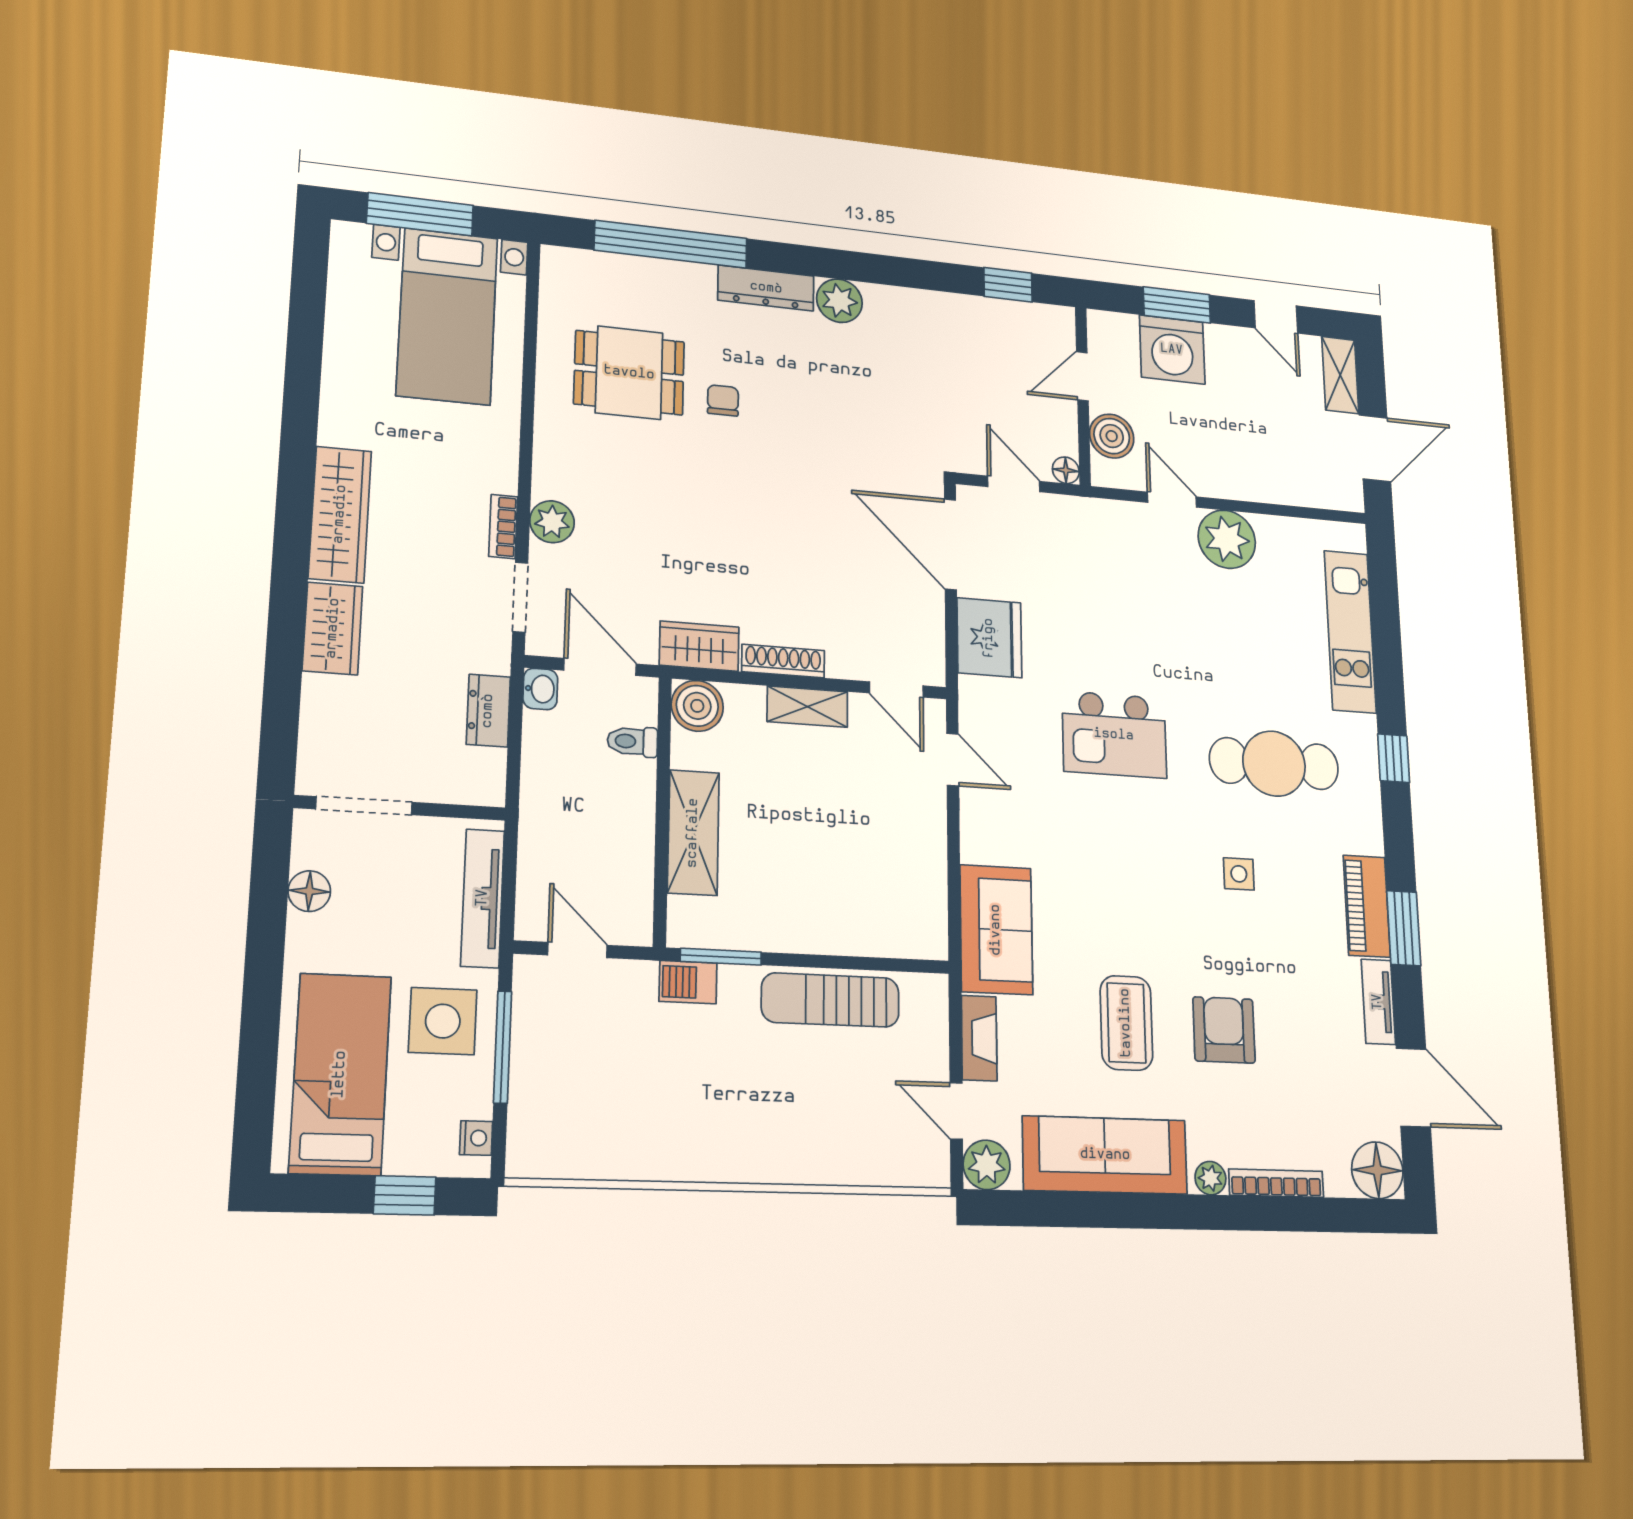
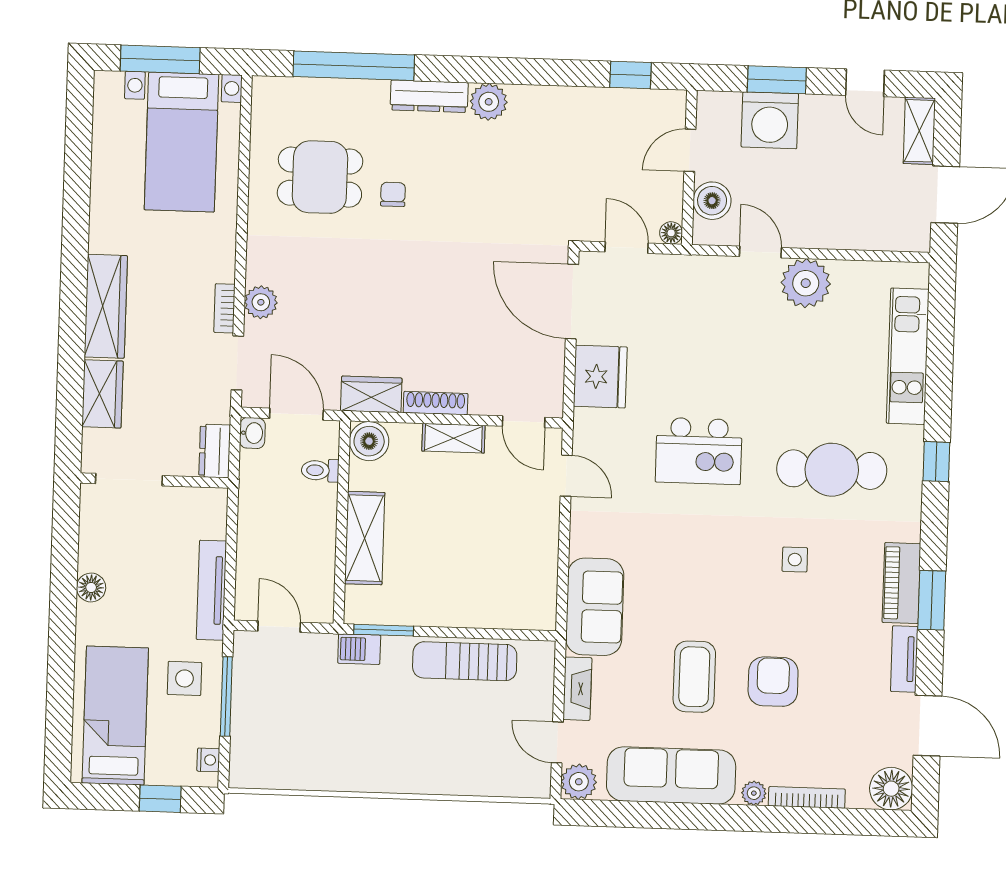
doorway: (364, 806) -> (129, 480), moved
wall: (400, 808) -> (154, 481), moved
side table: (443, 1021) -> (184, 678), width x0.73, depth x0.73

